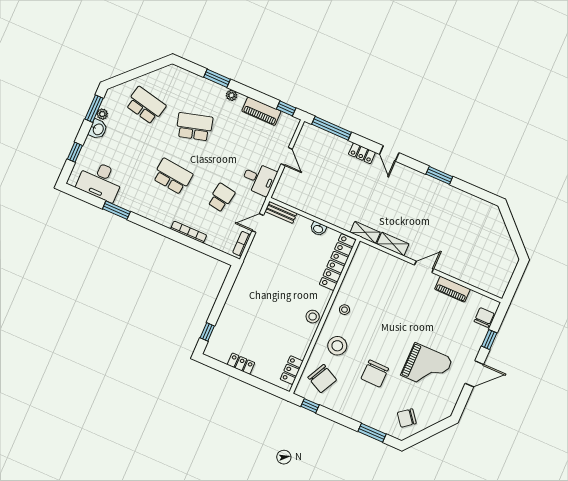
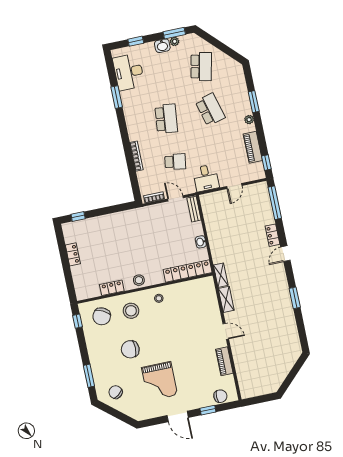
locker: (292, 370) -> (112, 288), moved

